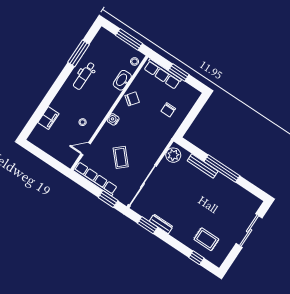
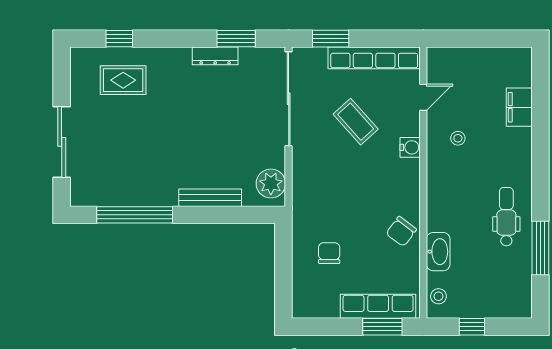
window: (129, 39) -> (472, 327), width x0.46
window: (179, 72) -> (382, 327), moved
water cooler: (113, 119) -> (410, 147), moved
window: (222, 169) -> (135, 215), moved

